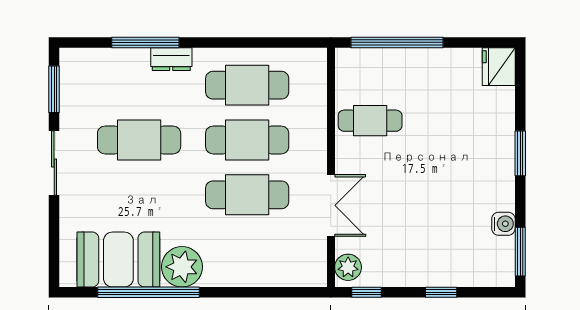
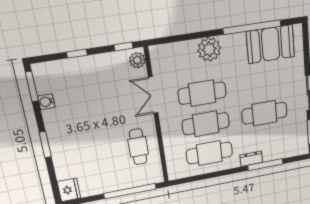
cafe table: (370, 121) -> (138, 147), turned 90
plant: (182, 267) -> (209, 49), moved

